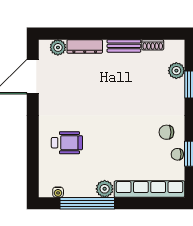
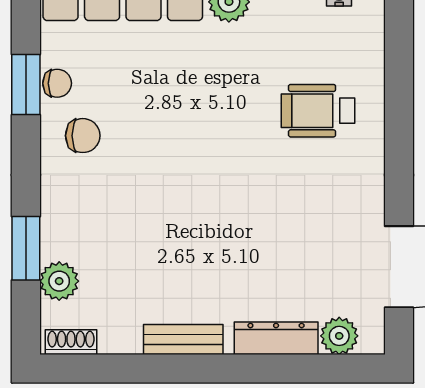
shoe rack: (153, 45) -> (71, 342), moved

